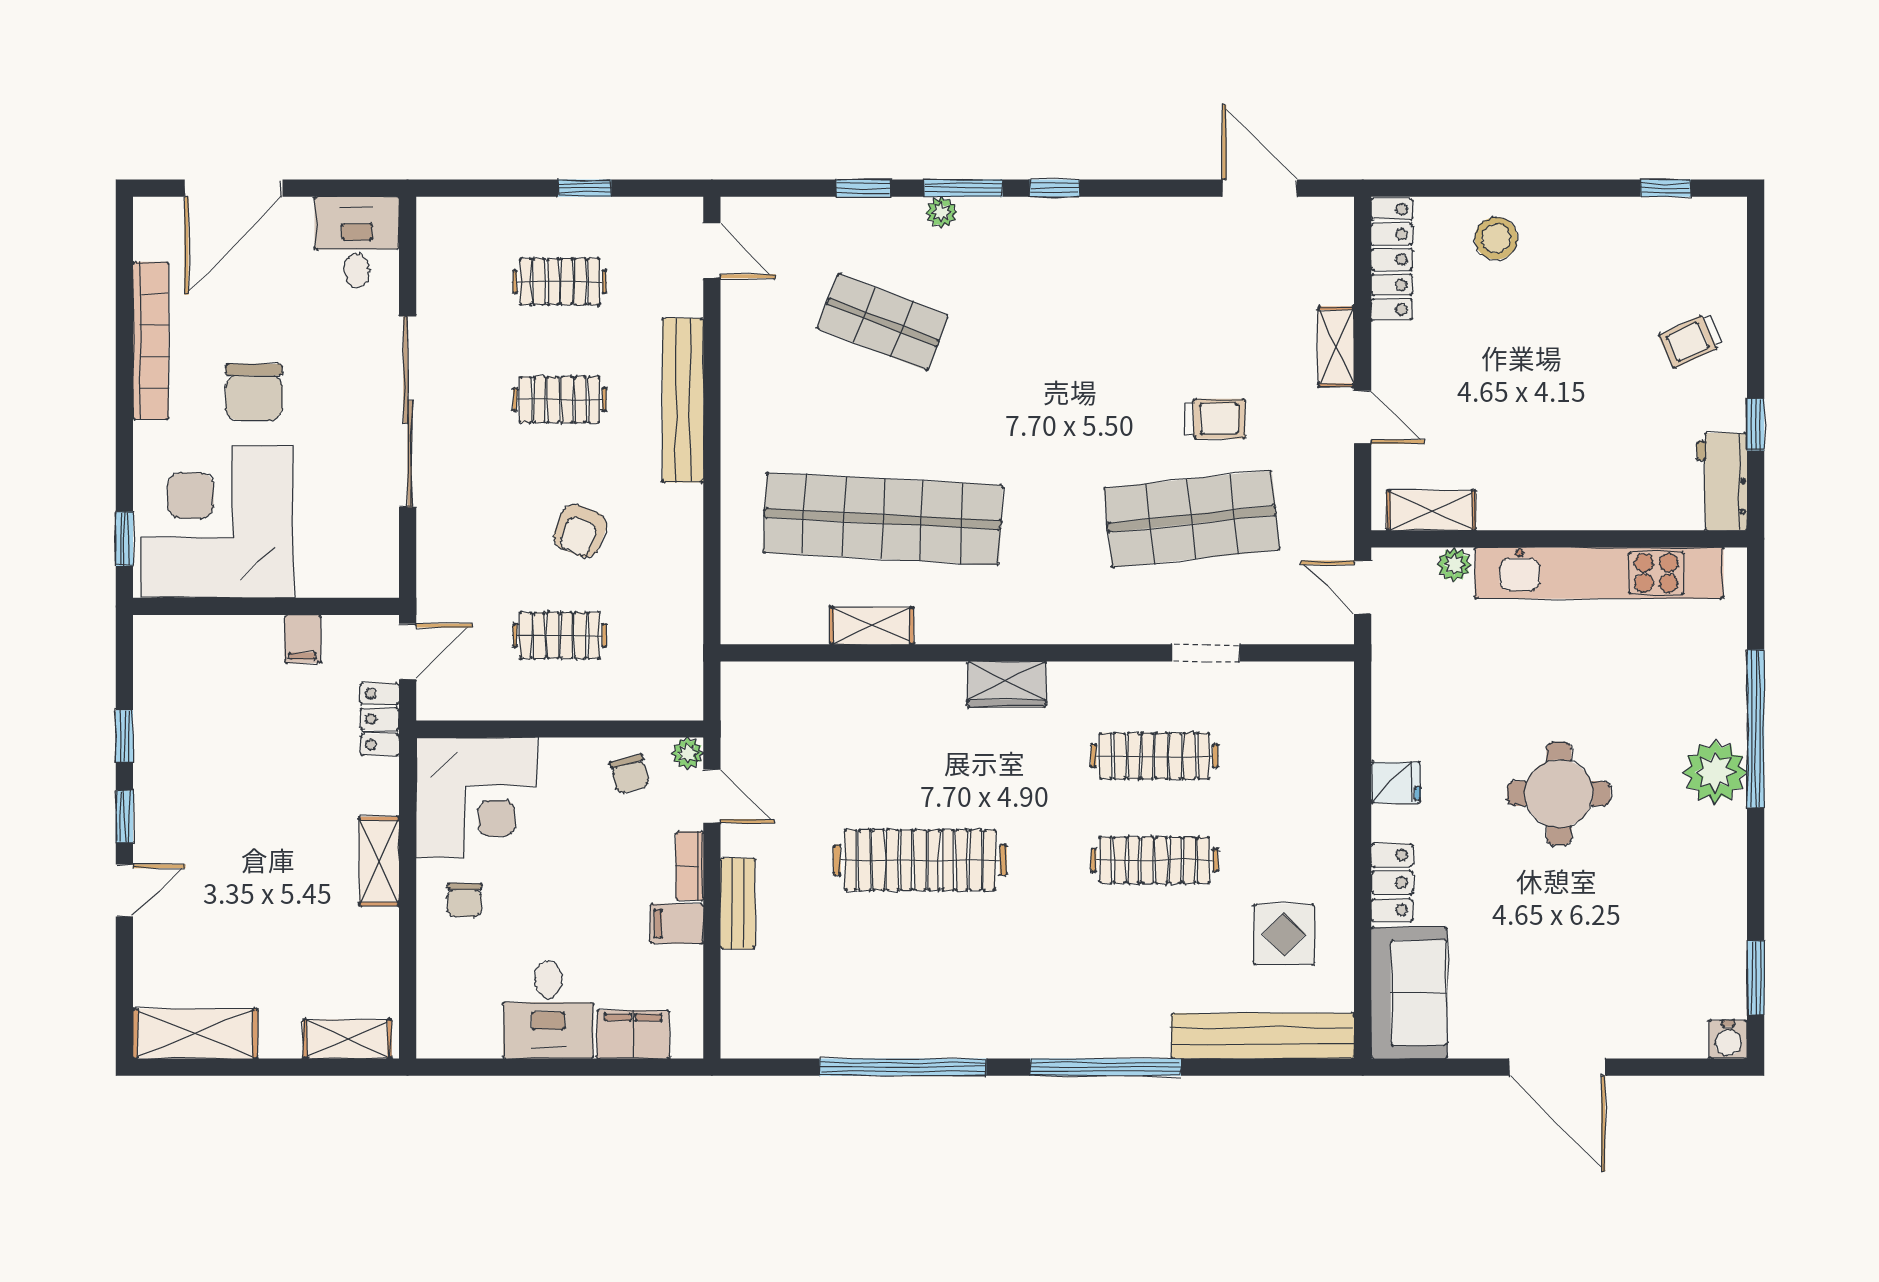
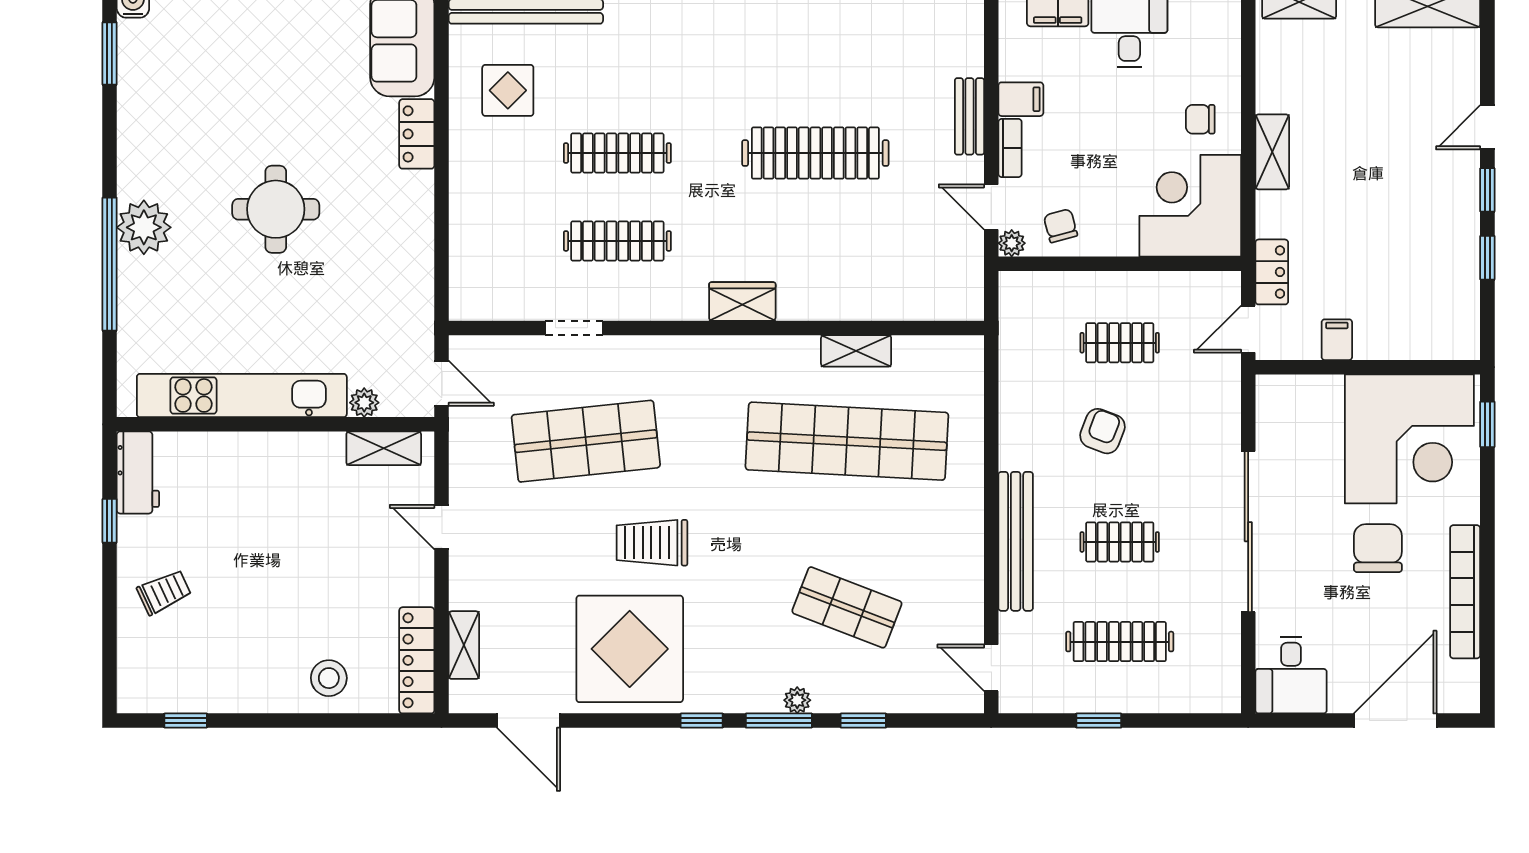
display table: (1140, 273) -> (630, 649), added
clothes rail: (560, 282) -> (1120, 642), width x1.36
shelving: (1336, 347) -> (464, 645), moved
trolley: (1215, 419) -> (652, 543), moved, width x1.36, depth x1.39
fridge: (1396, 783) -> (414, 218), removed
chair: (464, 900) -> (1200, 119), turned -91

